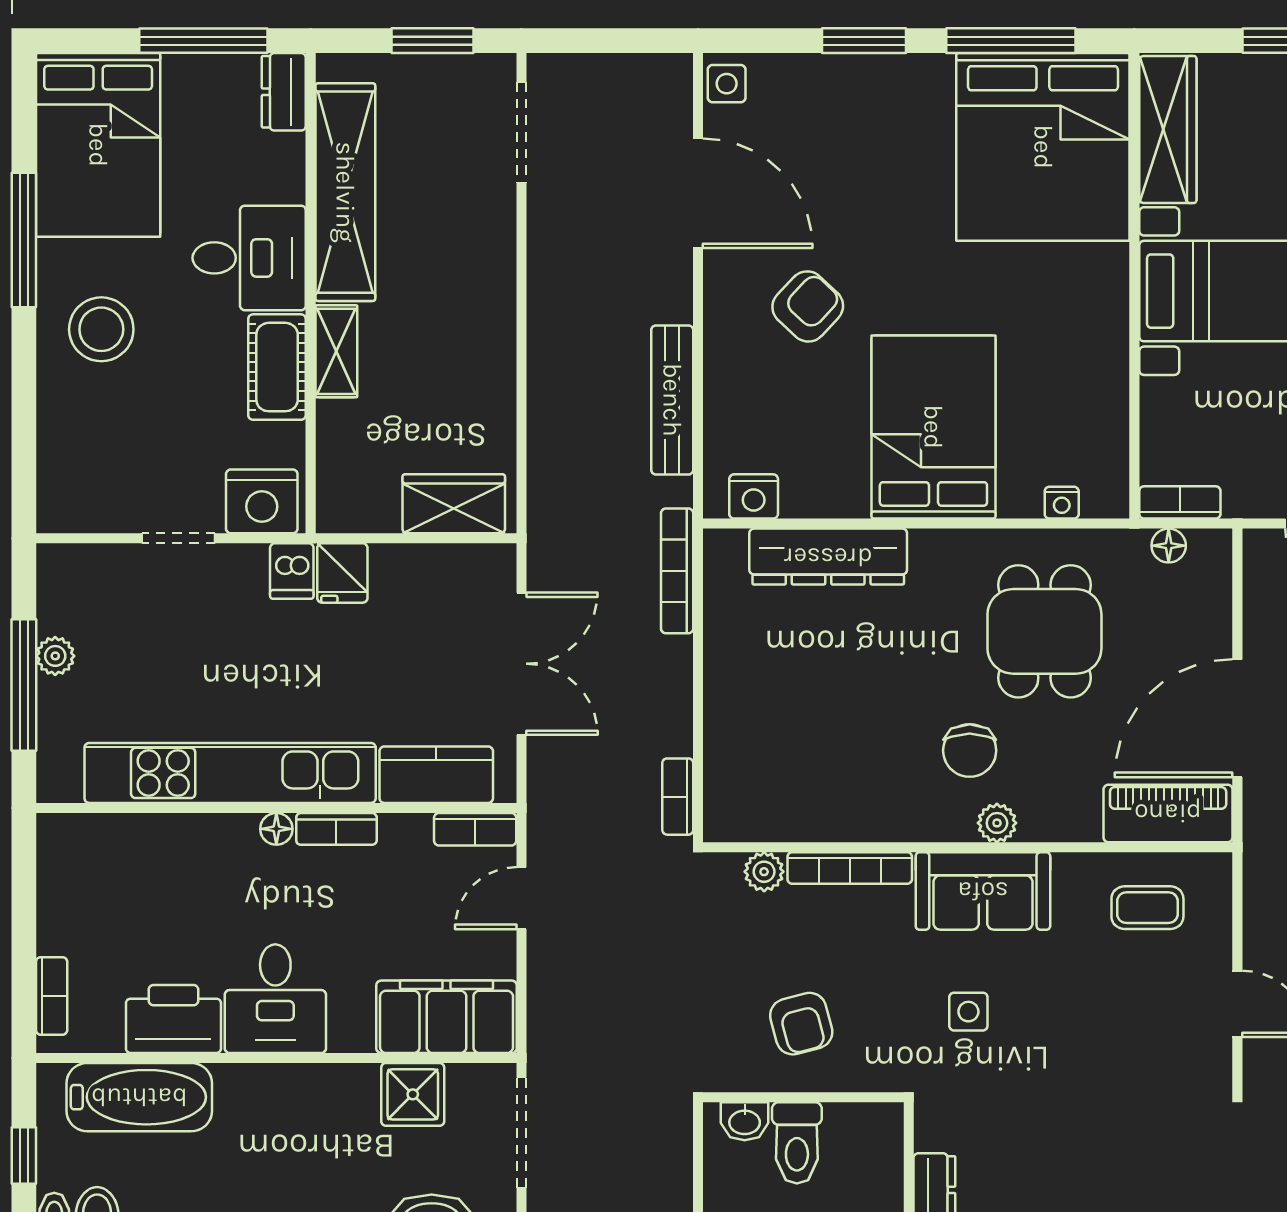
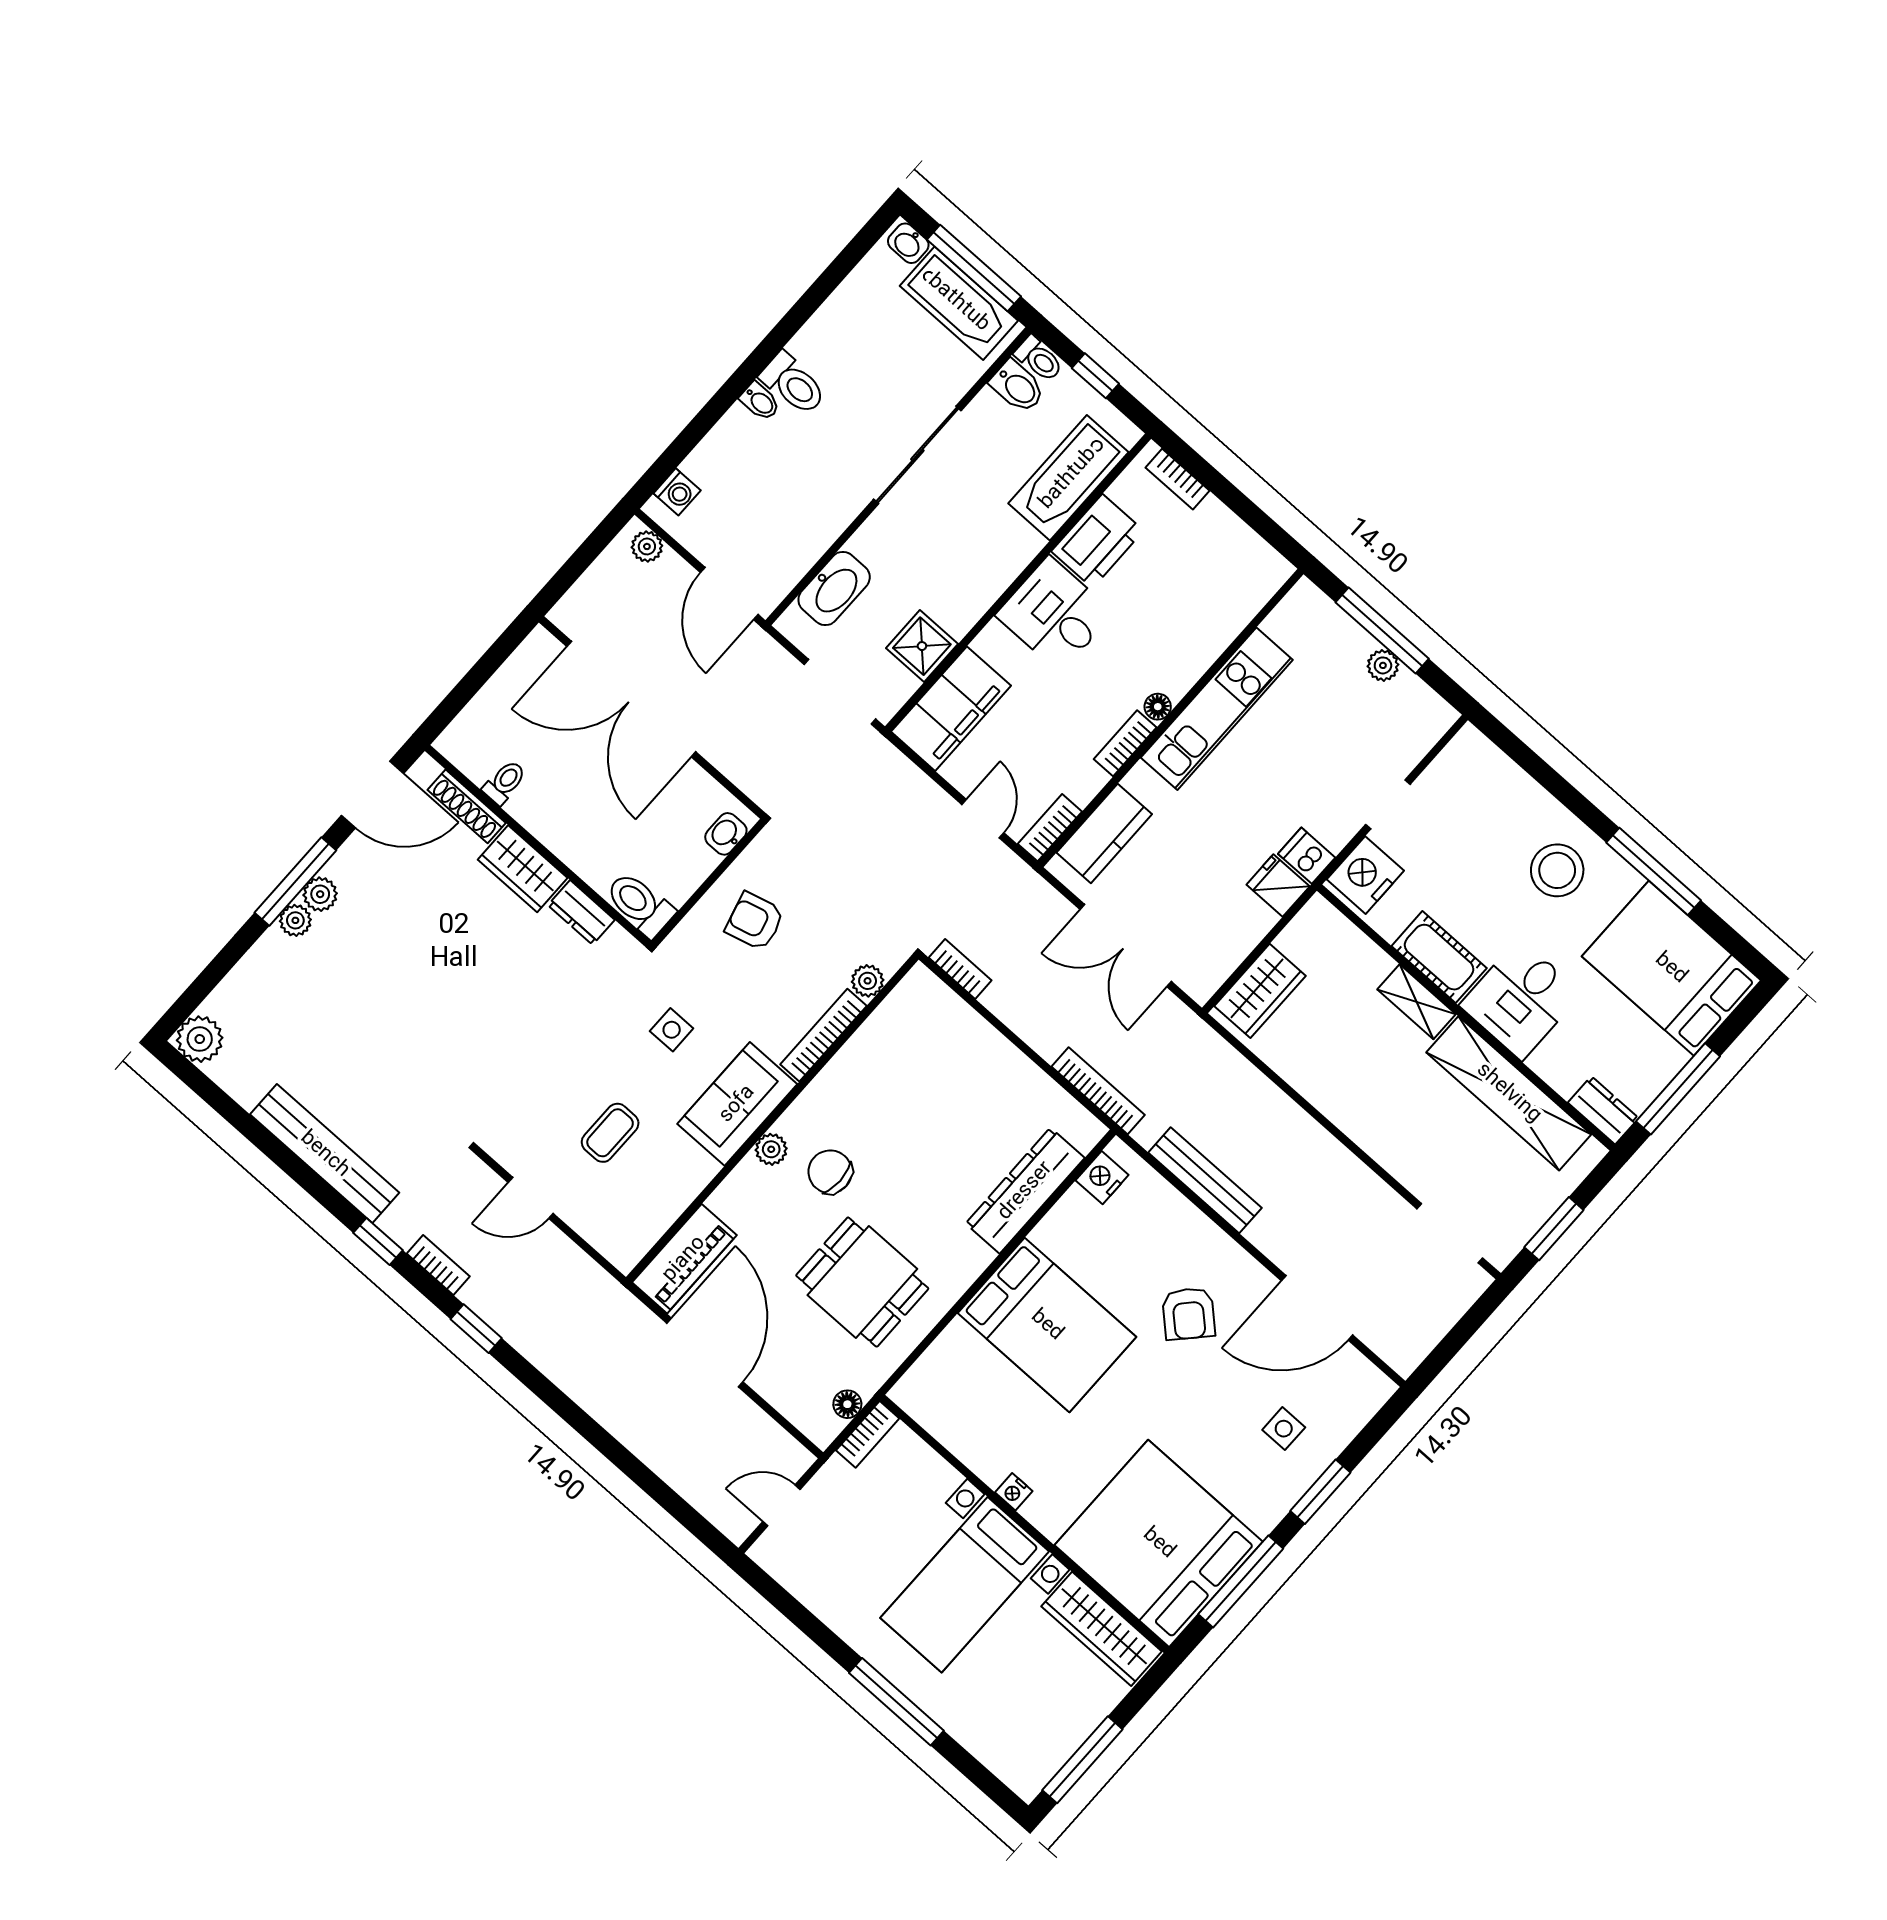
side table: (727, 84) -> (1284, 1429), moved
nightstand: (1062, 503) -> (1014, 1492), moved, turned -90
kitchen unit: (230, 773) -> (1217, 709), width x0.73
coffee table: (1147, 908) -> (610, 1133), moved
toilet: (797, 1143) -> (640, 904), moved

